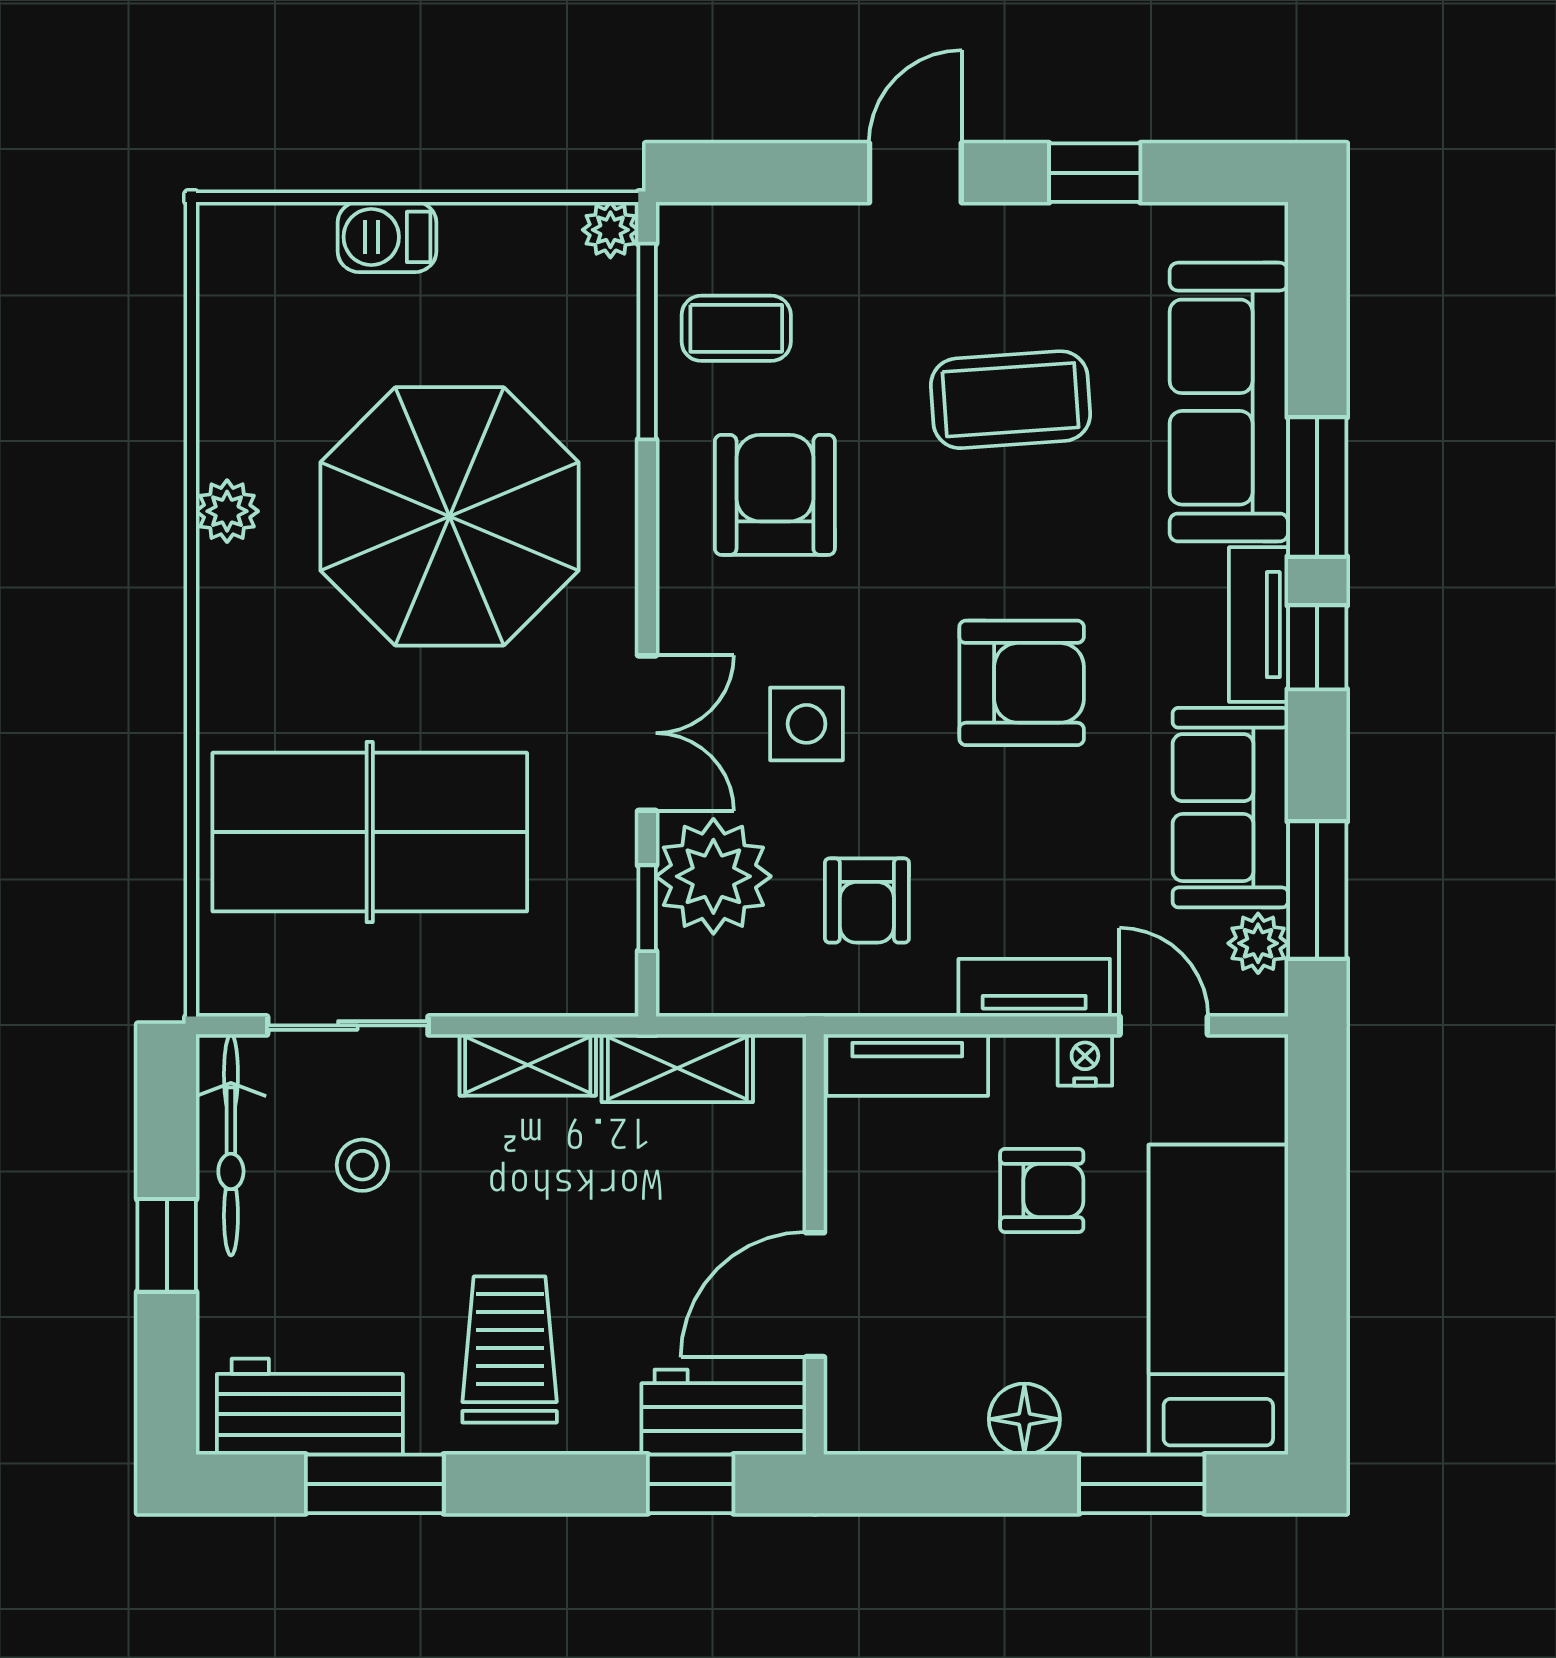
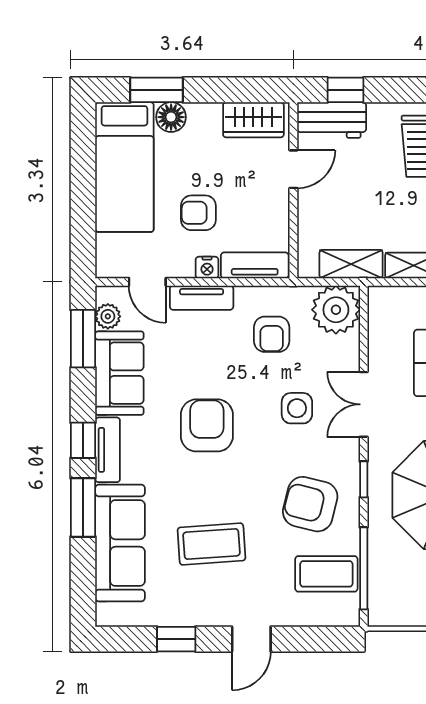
plant: (610, 230) -> (379, 615), removed
coffee table: (736, 328) -> (326, 574), width x1.36, depth x1.30
armchair: (775, 495) -> (310, 504), turned 104
armchair: (1022, 683) -> (207, 425), turned 90
plant: (713, 876) -> (336, 310), moved
armchair: (867, 900) -> (272, 334), turned 180
window: (647, 908) -> (364, 479), moved
nightstand: (1085, 1060) -> (207, 267), moved
door: (815, 1295) -> (293, 169), width x0.73
wardrobe: (910, 1413) -> (253, 120), added
floor lamp: (1024, 1419) -> (171, 117), moved

